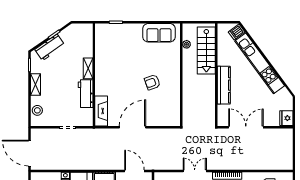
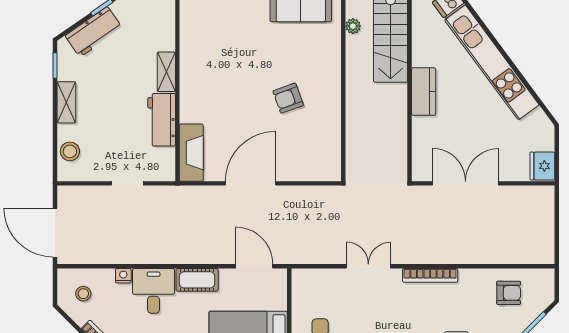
kitchen counter: (224, 85) -> (424, 92), width x0.67

